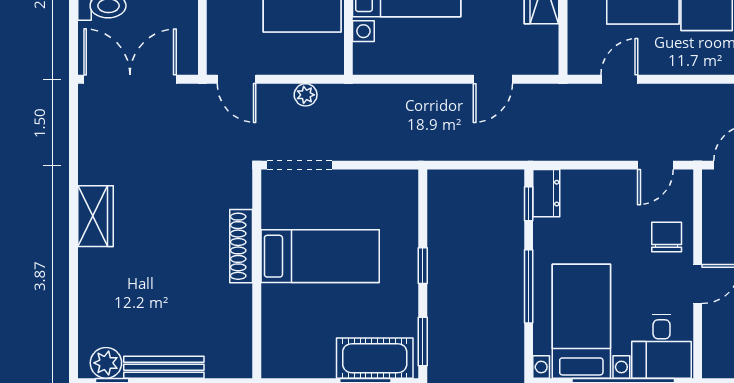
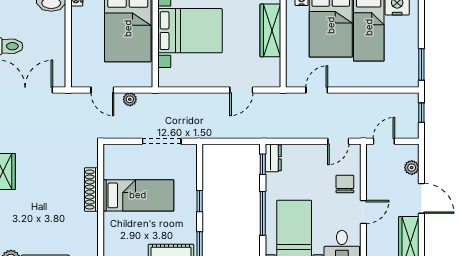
door: (237, 79) -> (102, 90), moved
doorway: (300, 165) -> (162, 141), moved

